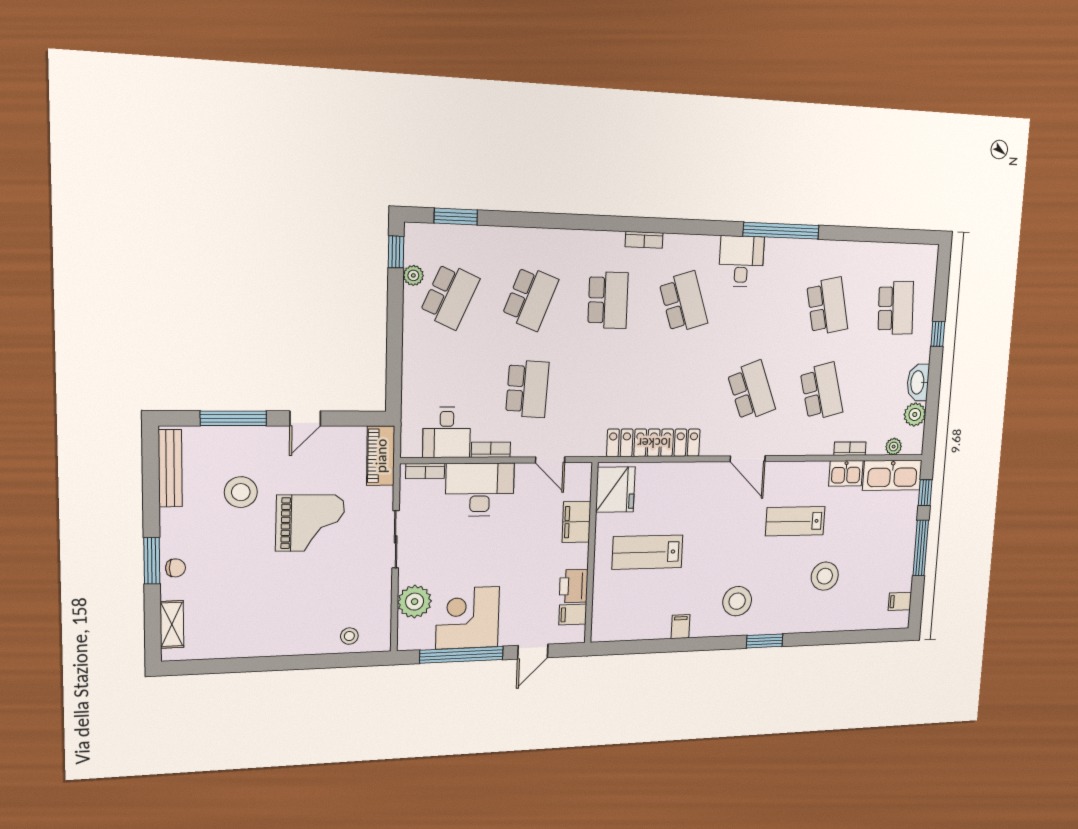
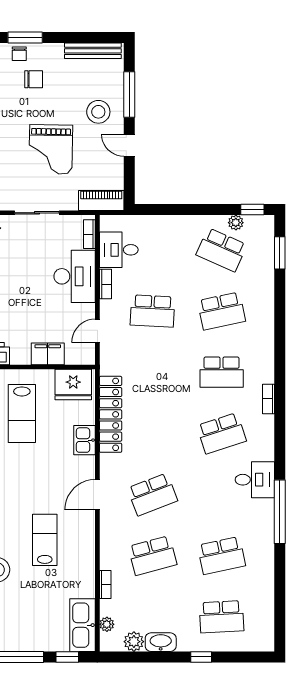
school desk: (530, 298) -> (222, 311), turned -33
kitchen sink: (846, 473) -> (84, 440), moved
stool: (241, 492) -> (98, 112), moved
chair: (212, 548) -> (34, 79), added
lab bench: (647, 552) -> (22, 414), turned 180

